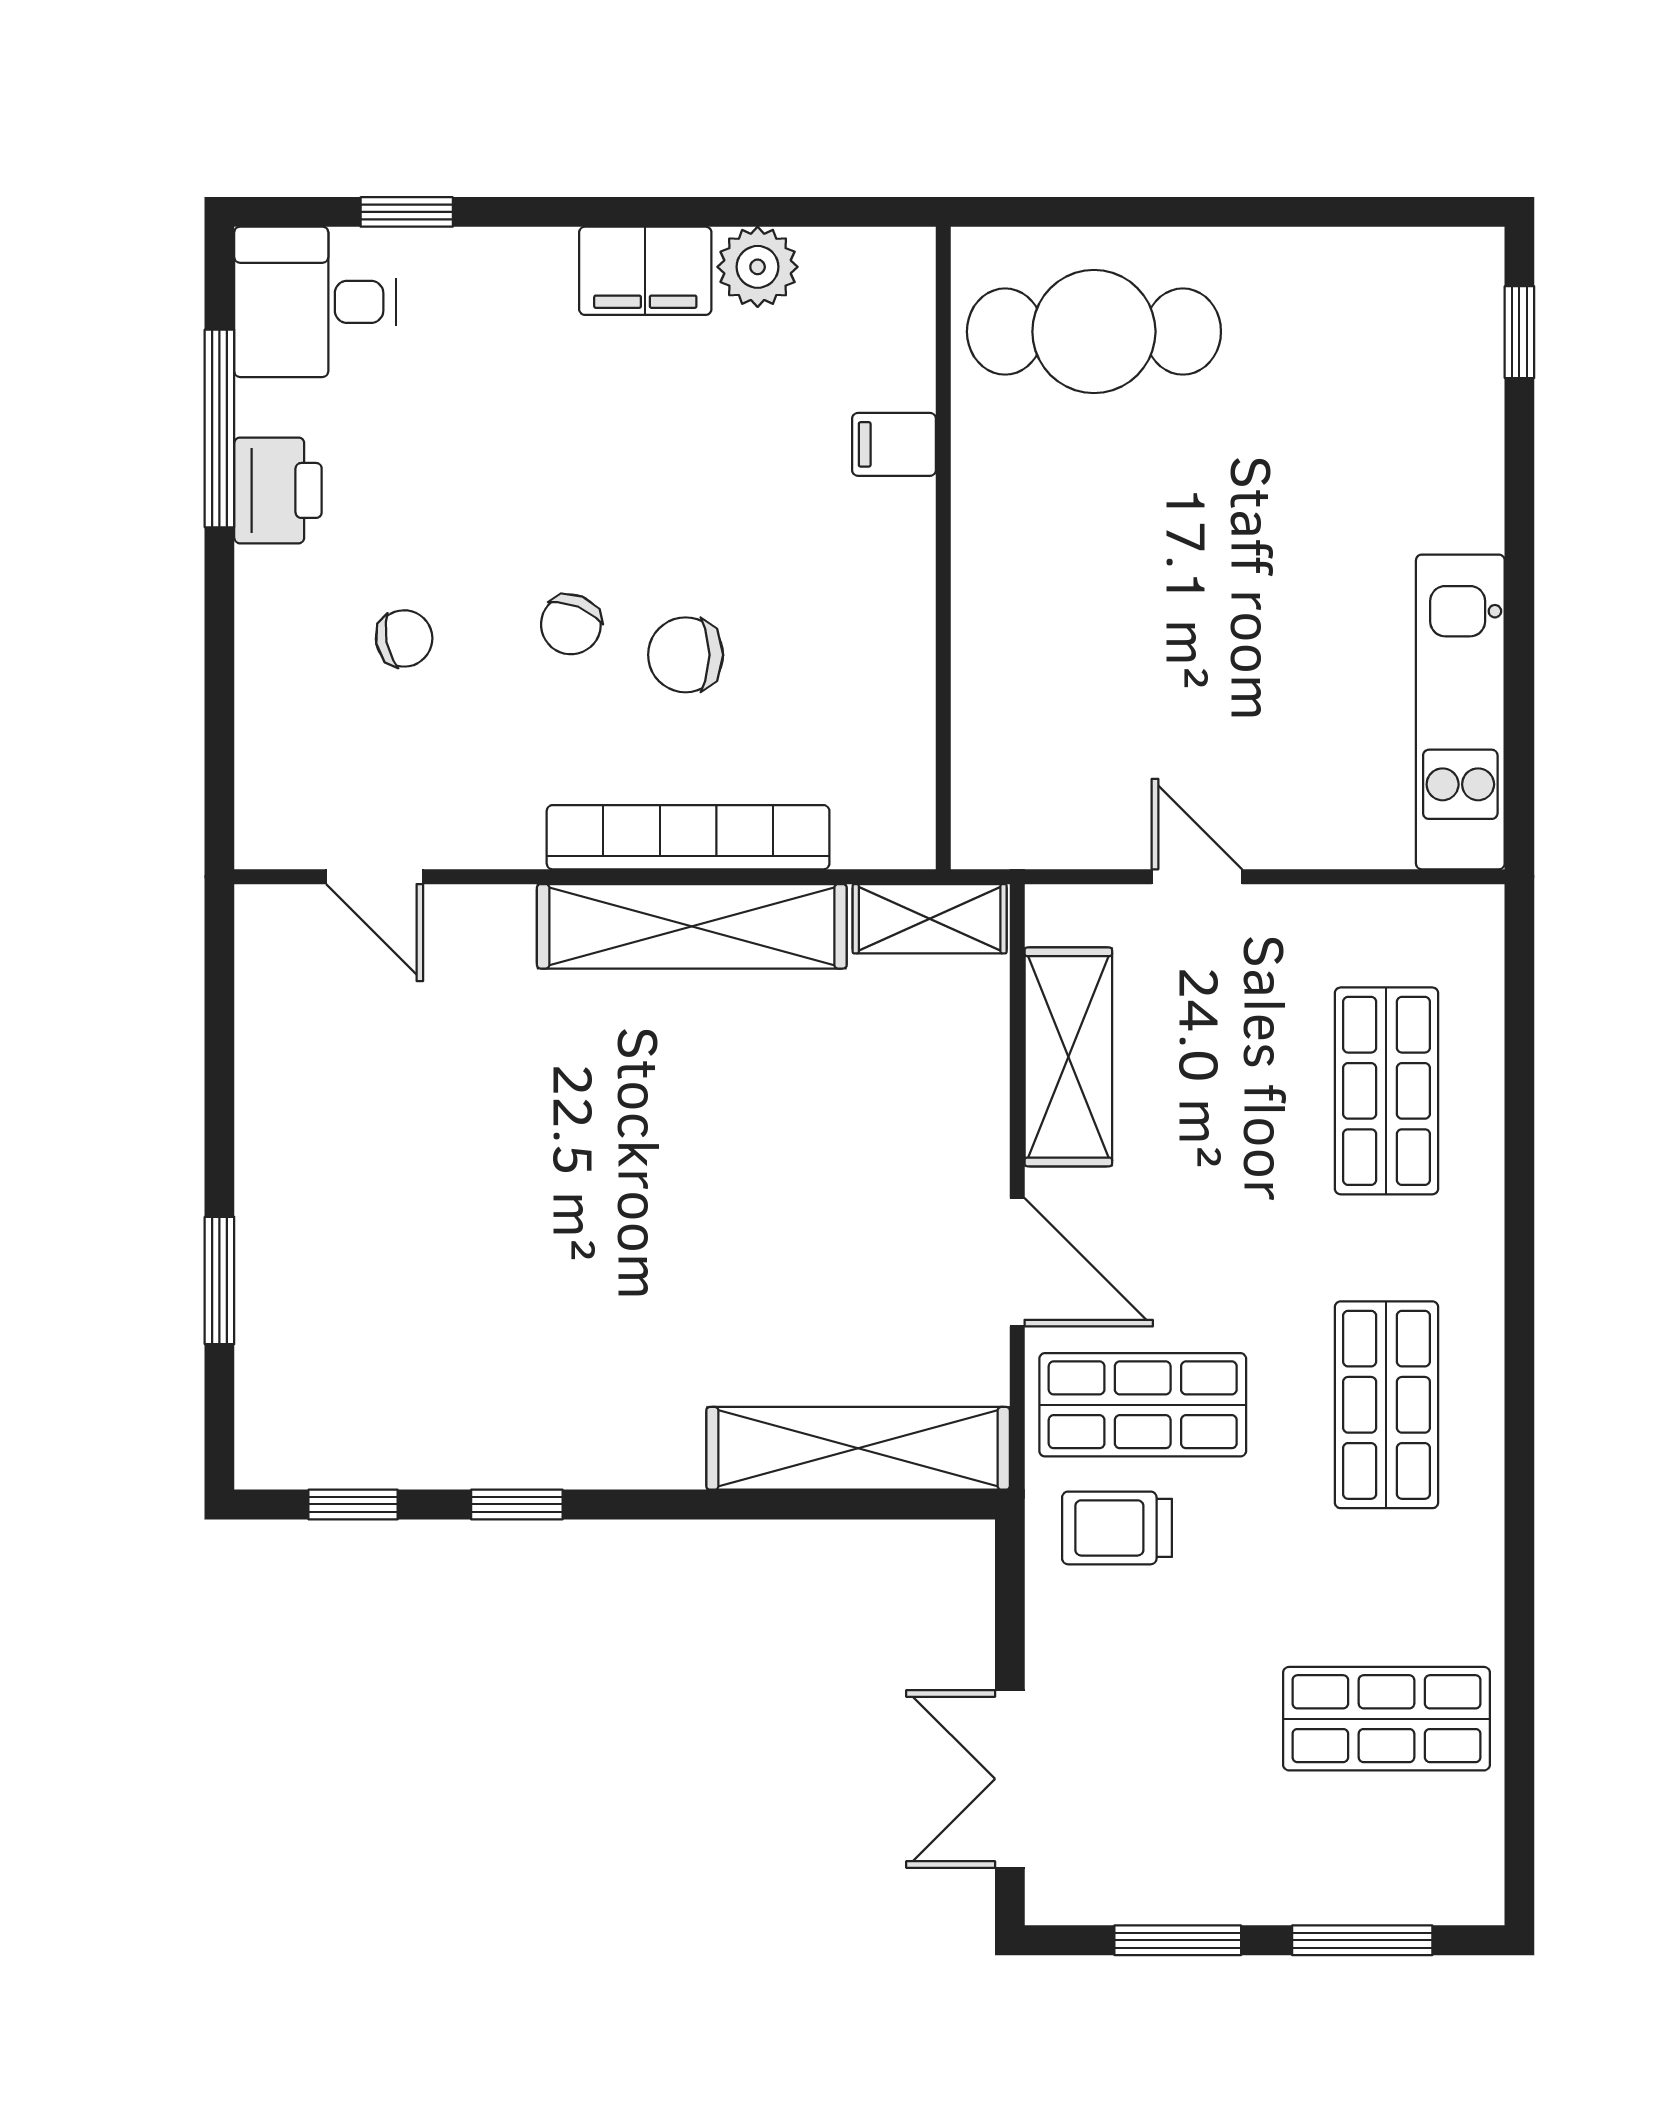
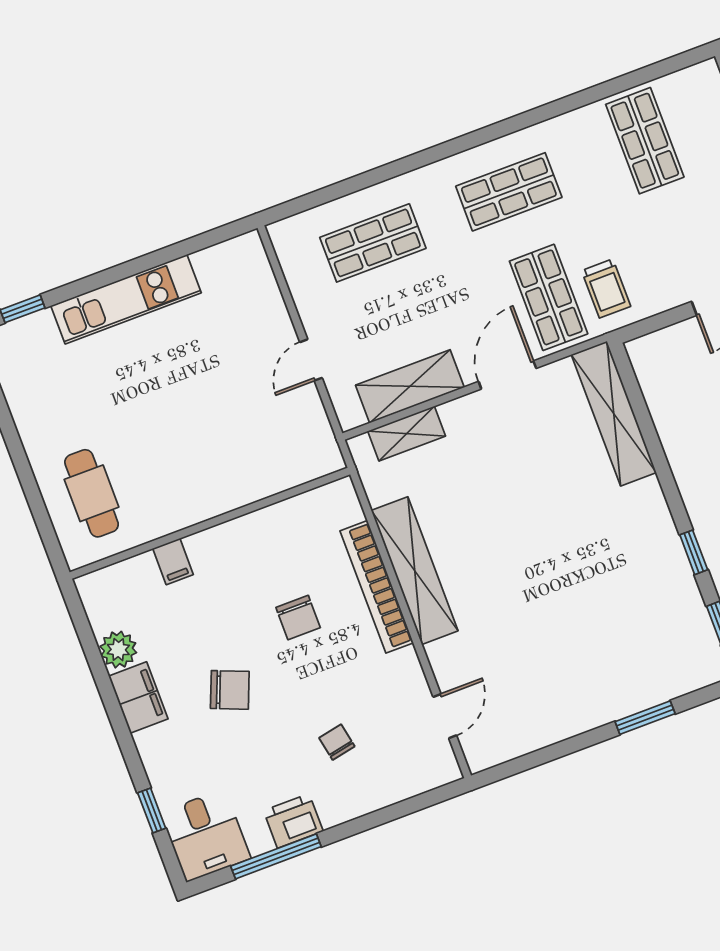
cafe table: (1094, 332) -> (92, 493), width x0.73, depth x0.74
chair: (571, 624) -> (230, 690), moved, width x1.37, depth x1.37
kitchen unit: (1460, 712) -> (126, 299), moved
shelving: (930, 919) -> (407, 434), moved, turned 90

